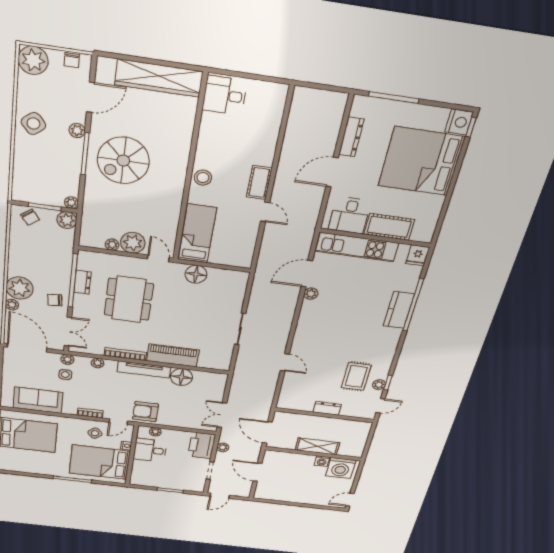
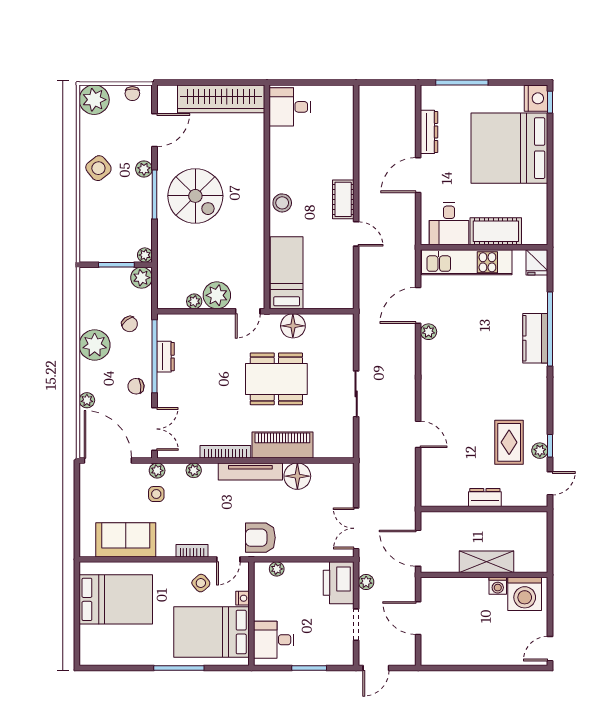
spiral stairs: (123, 161) -> (195, 196), turned -90
chair: (30, 217) -> (130, 324), moved
door: (158, 258) -> (248, 311), swing flipped
plant: (20, 288) -> (95, 345), moved
dining table: (129, 299) -> (276, 379), moved, turned 90
desk: (150, 450) -> (274, 640), moved

